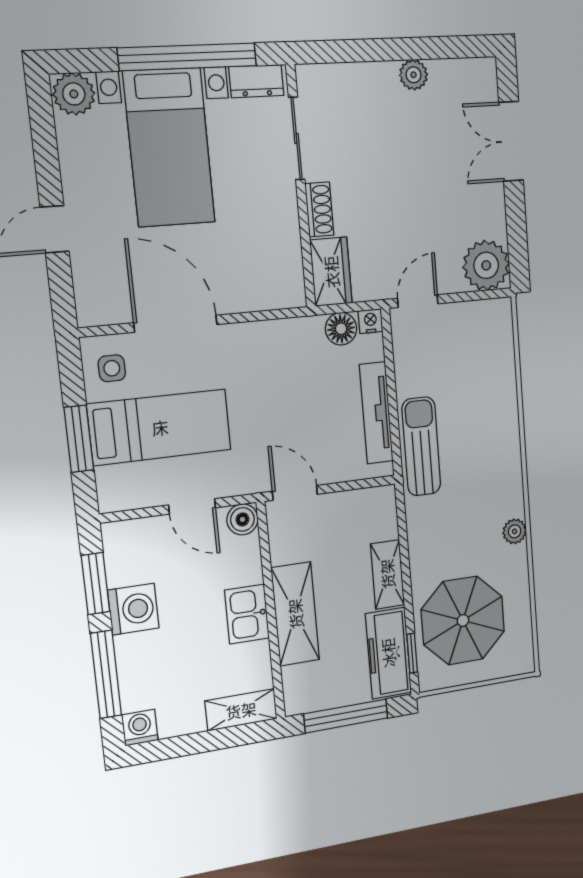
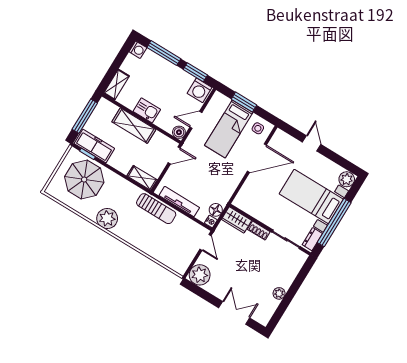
plant: (515, 531) -> (107, 218), width x1.87, depth x1.87
shelving: (387, 574) -> (142, 178), moved
washing machine: (133, 609) -> (200, 90), moved

